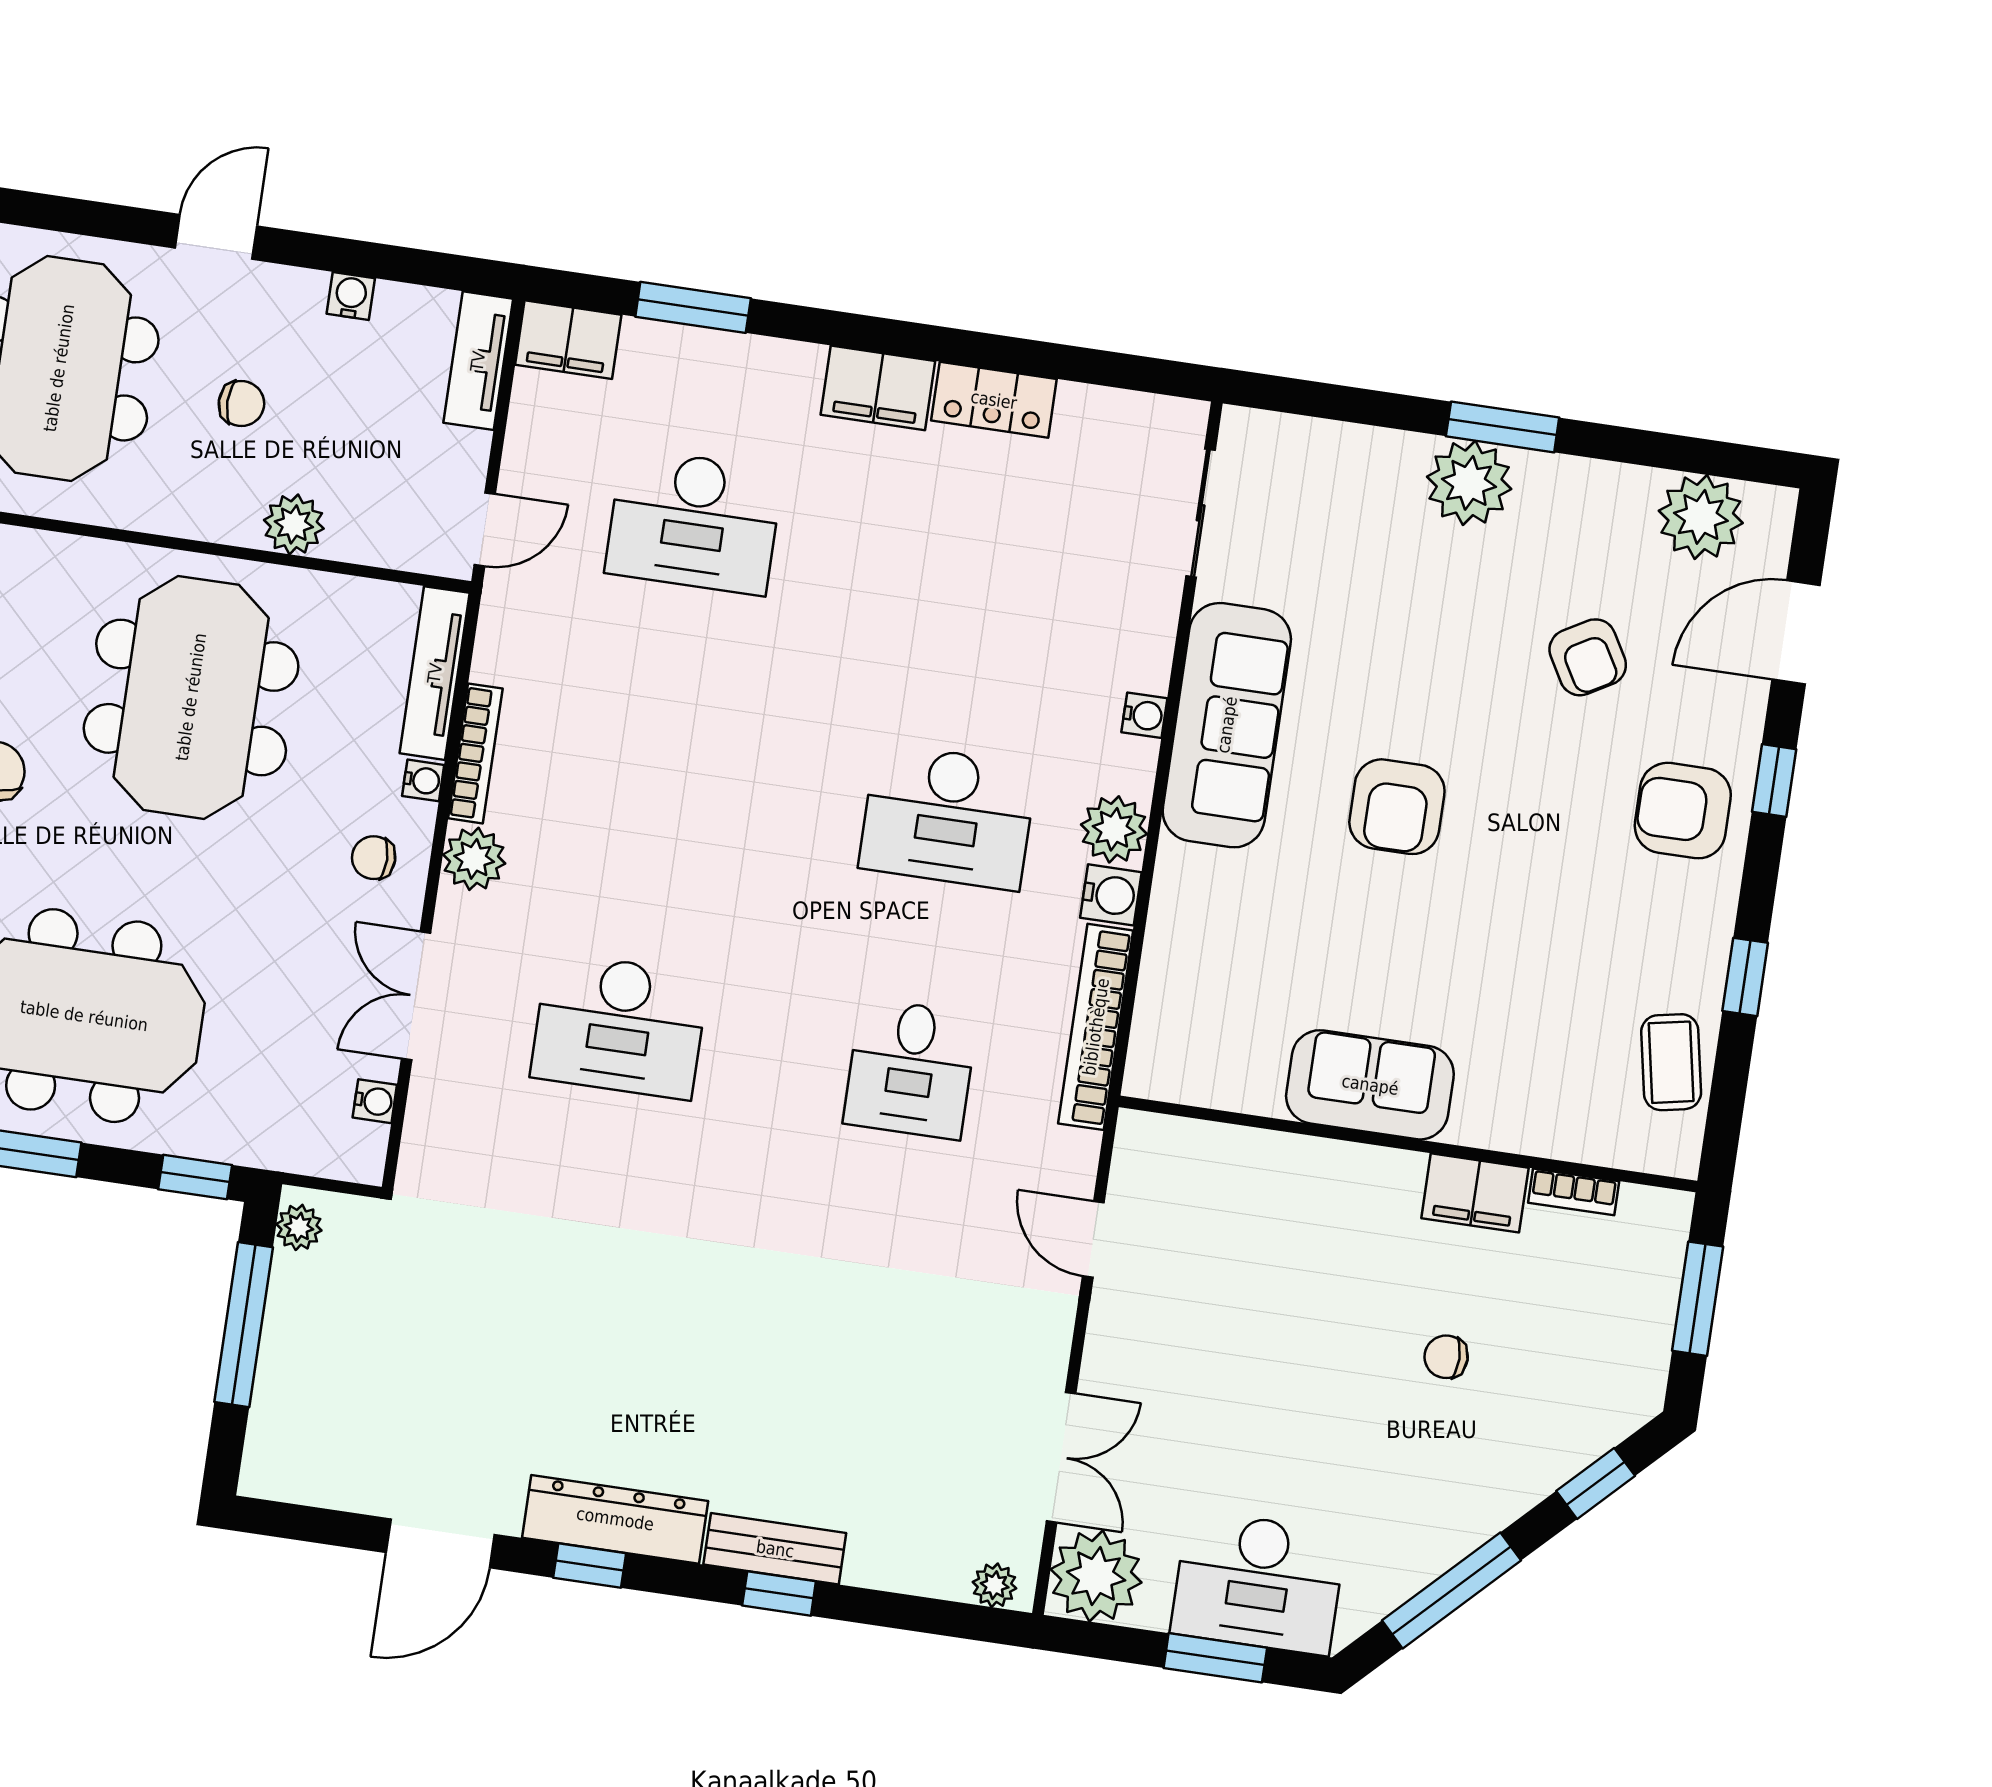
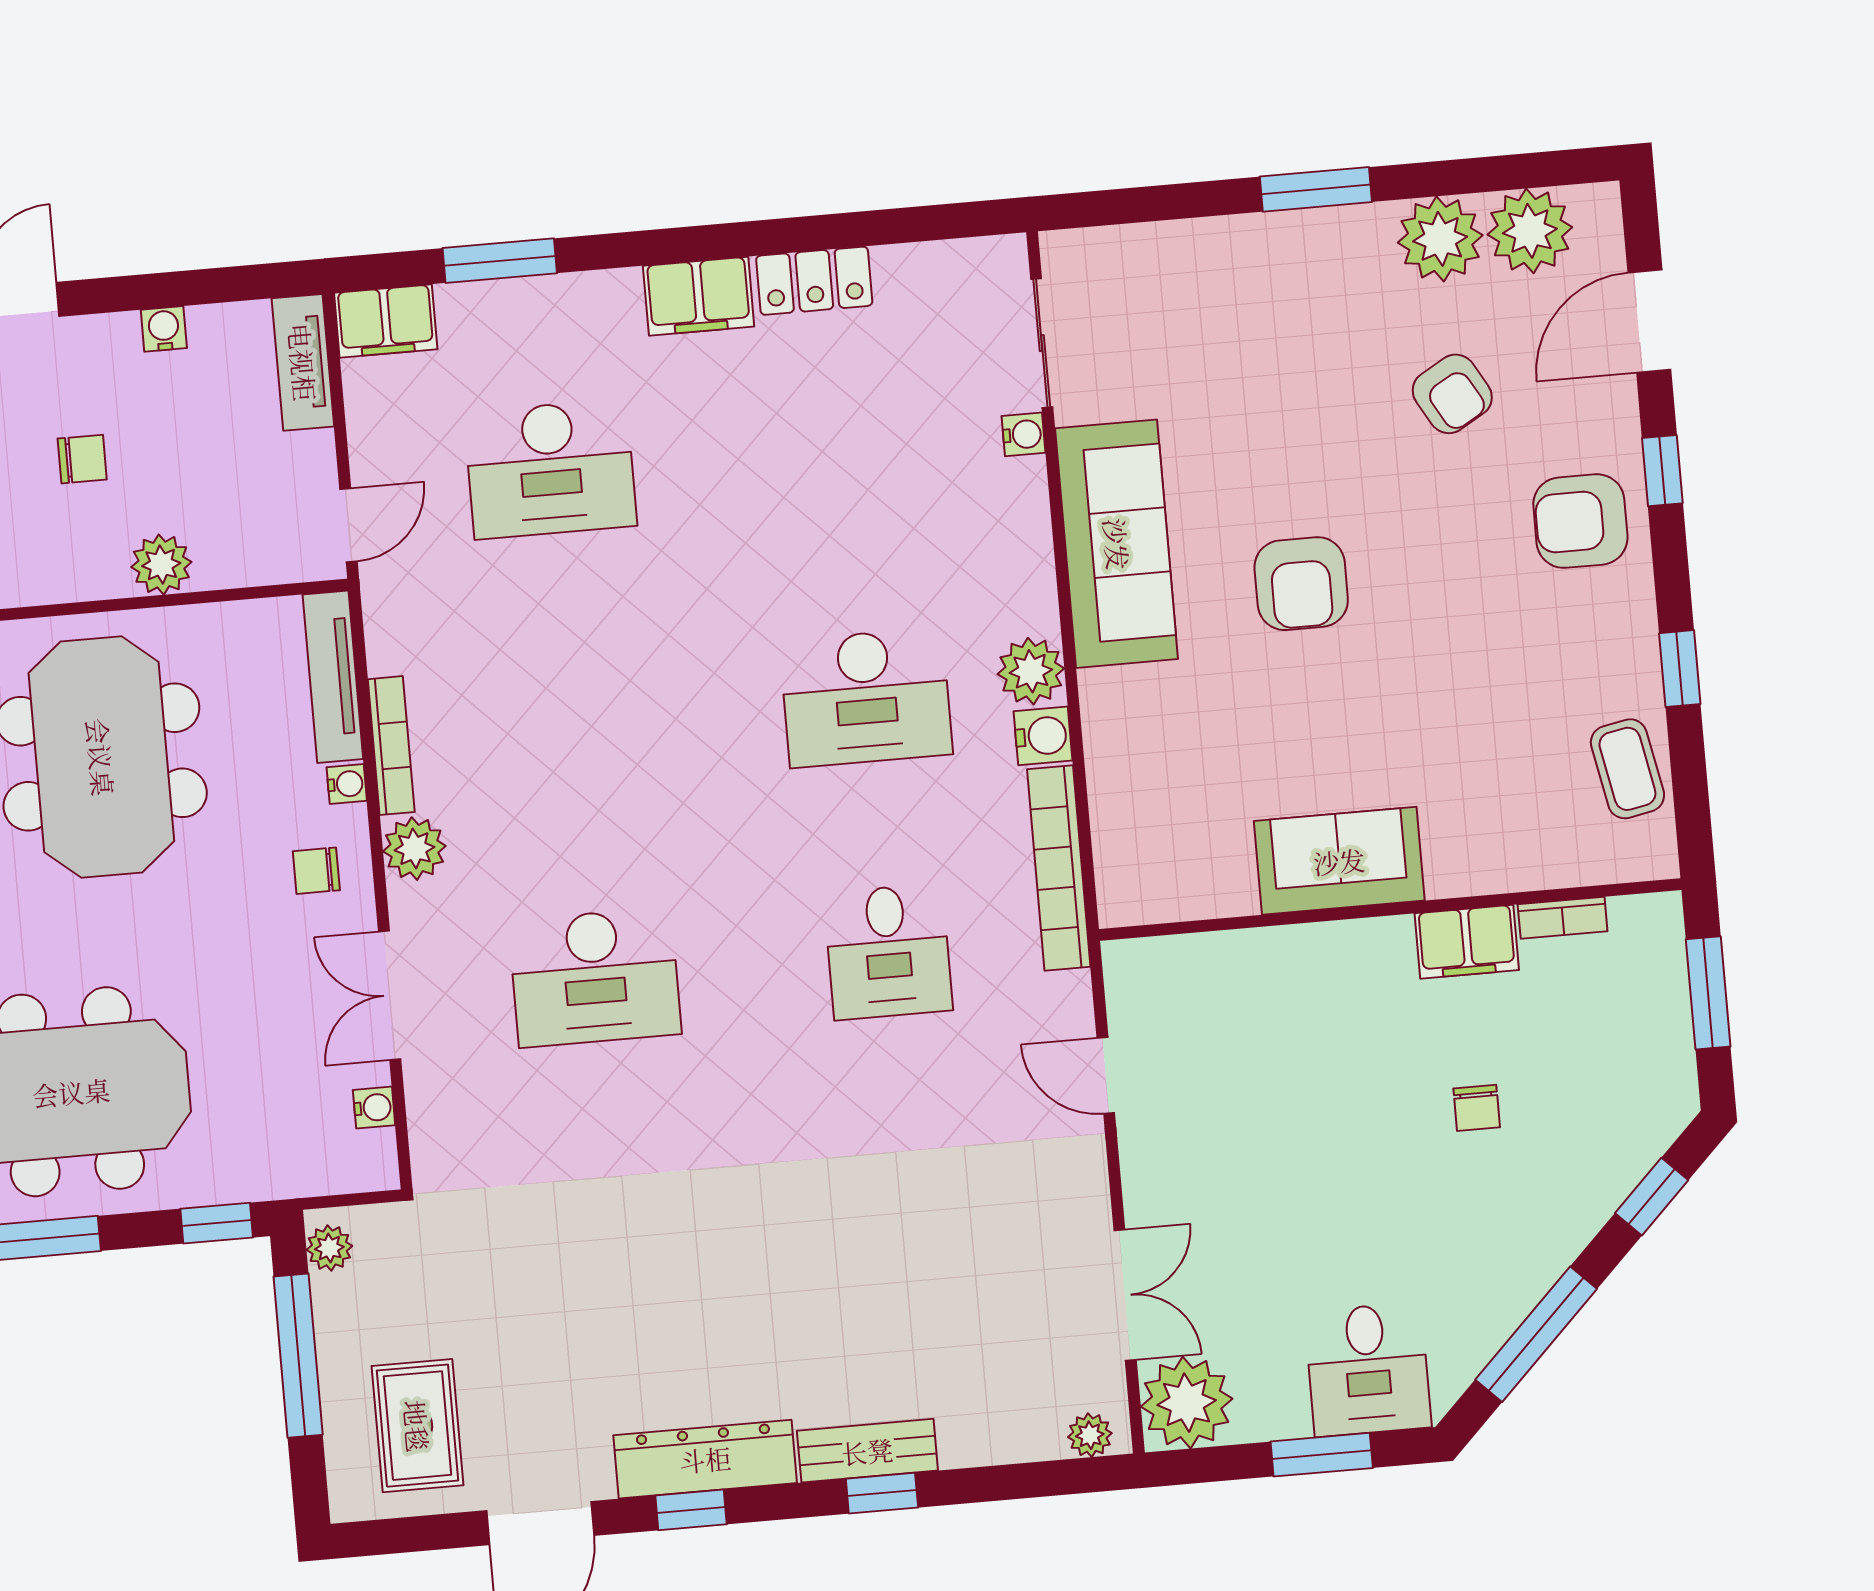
plant: (1469, 483) -> (1440, 239), moved
water cooler: (1144, 715) -> (1024, 434), moved
chair: (1446, 1357) -> (1477, 1108), turned -90
rug: (343, 1420) -> (417, 1426), added
desk: (1258, 1583) -> (1368, 1370), width x0.73

